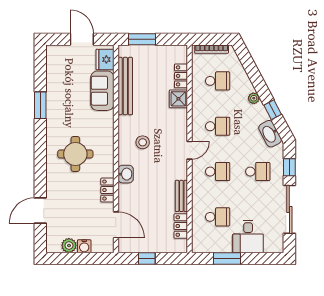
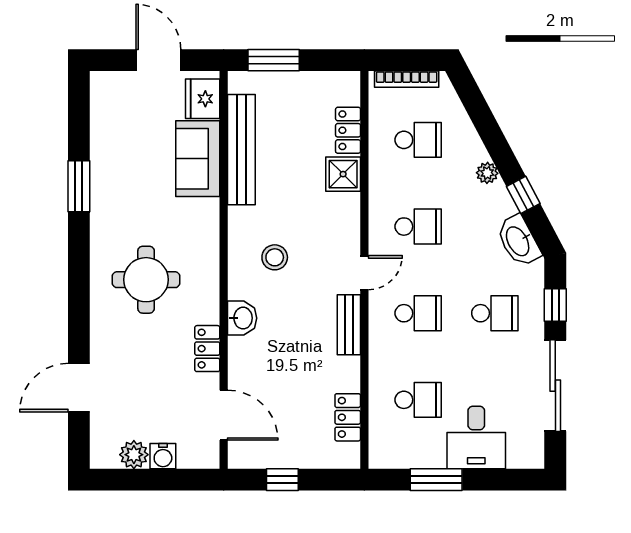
bench: (181, 196) -> (349, 325), moved

